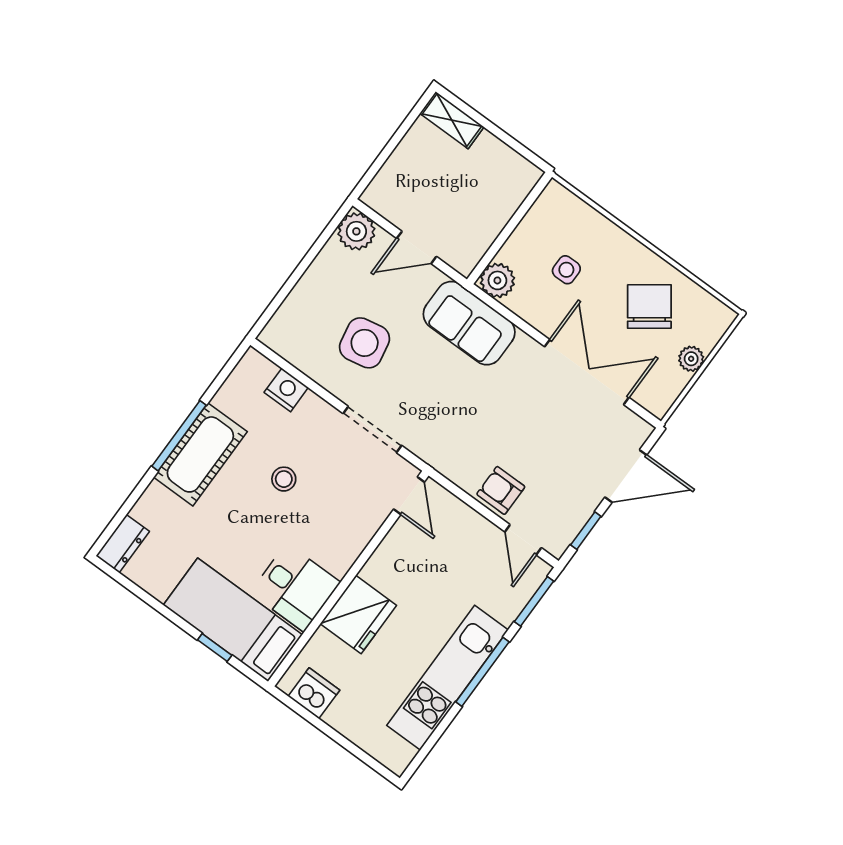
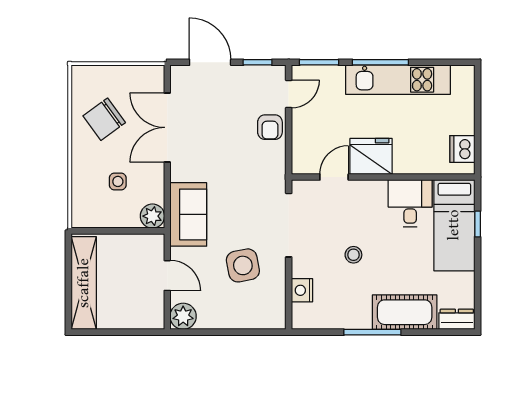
shelving: (452, 120) -> (84, 283), width x2.20, depth x1.33
plant: (691, 359) -> (116, 74), removed
doorway: (372, 429) -> (289, 225), width x1.36
cot: (200, 454) -> (405, 312), moved
door: (409, 496) -> (334, 177), moved
fridge: (358, 615) -> (371, 156), moved

